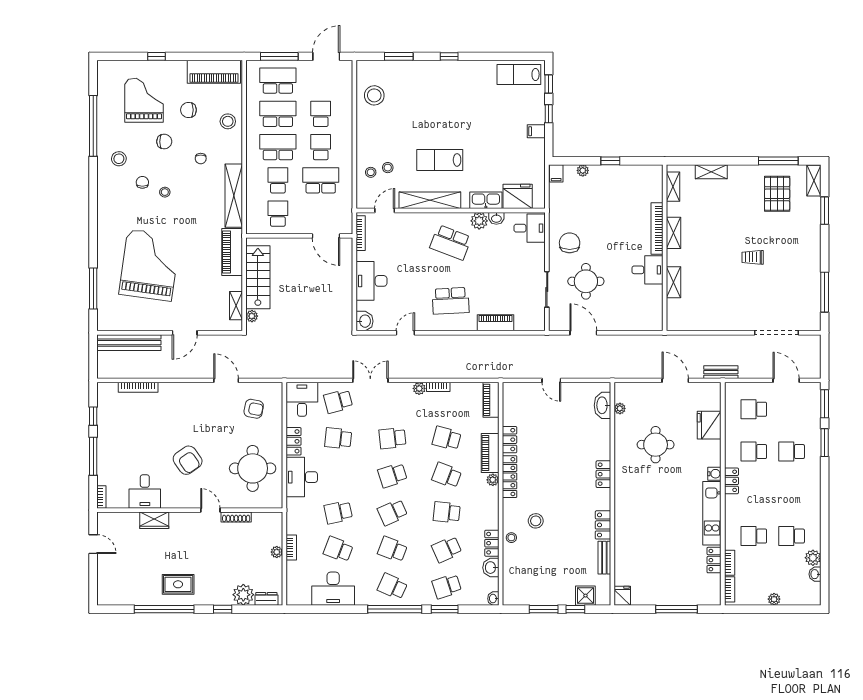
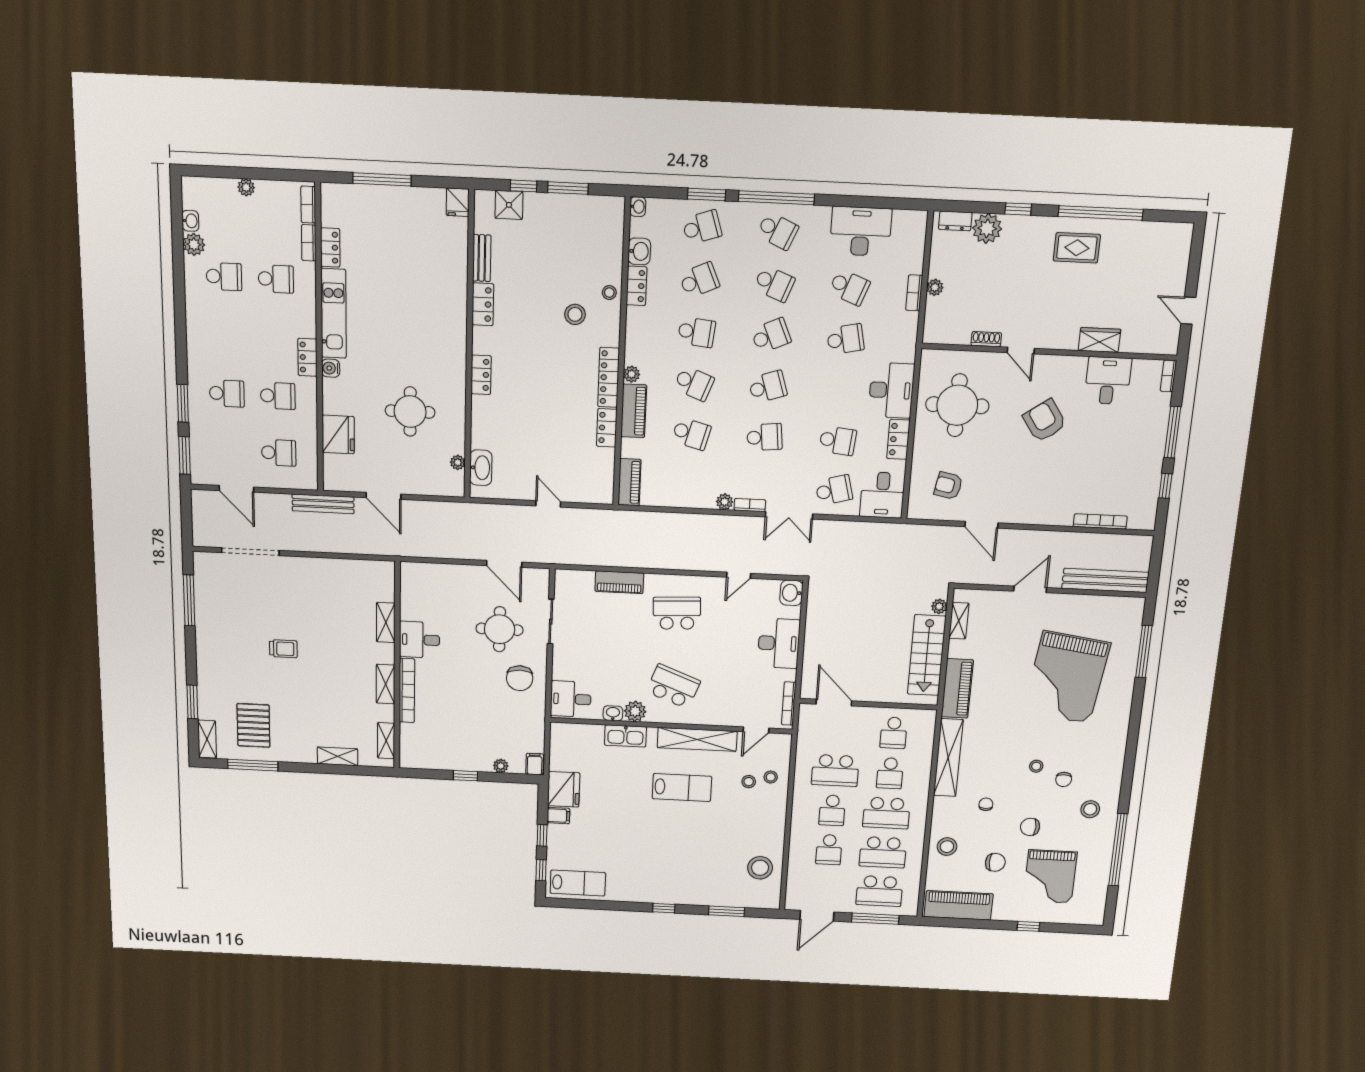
fridge: (518, 196) -> (564, 789), moved, turned -90
bench: (721, 372) -> (323, 504), width x1.36
bookcase: (438, 387) -> (750, 505), moved
shoe rack: (236, 517) -> (986, 339), width x0.70

